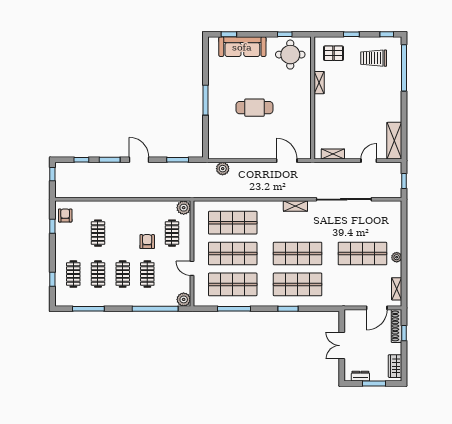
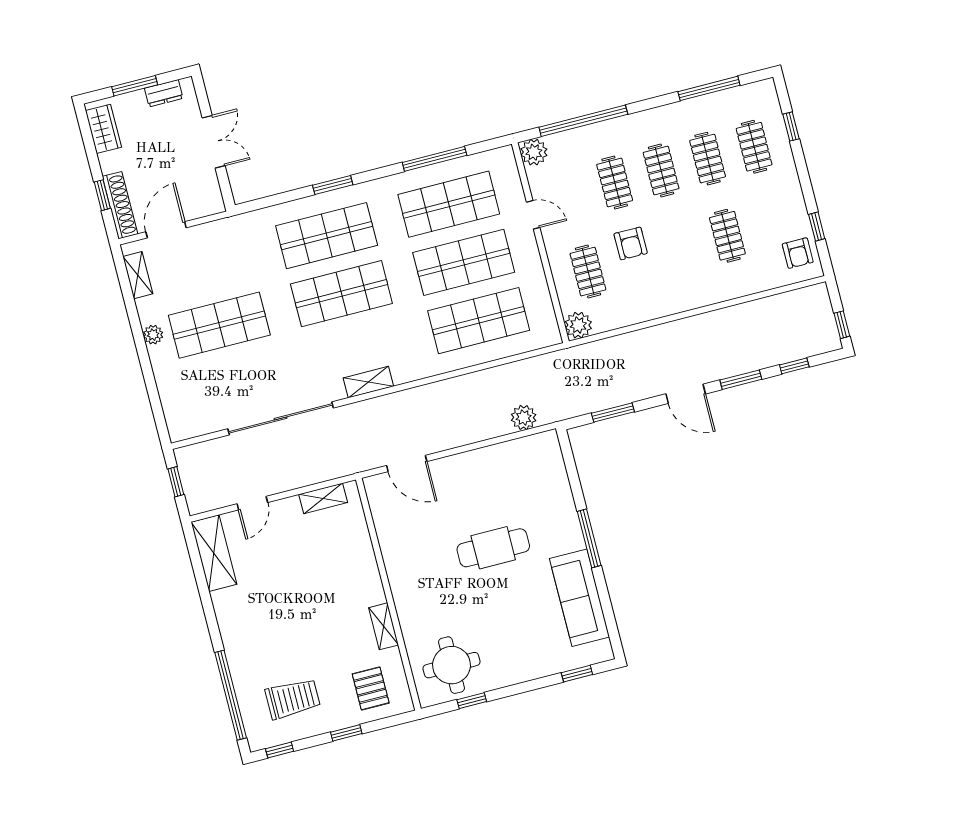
sofa: (242, 47) -> (580, 598), moved, turned -90
pallet: (334, 53) -> (371, 688), turned 90

